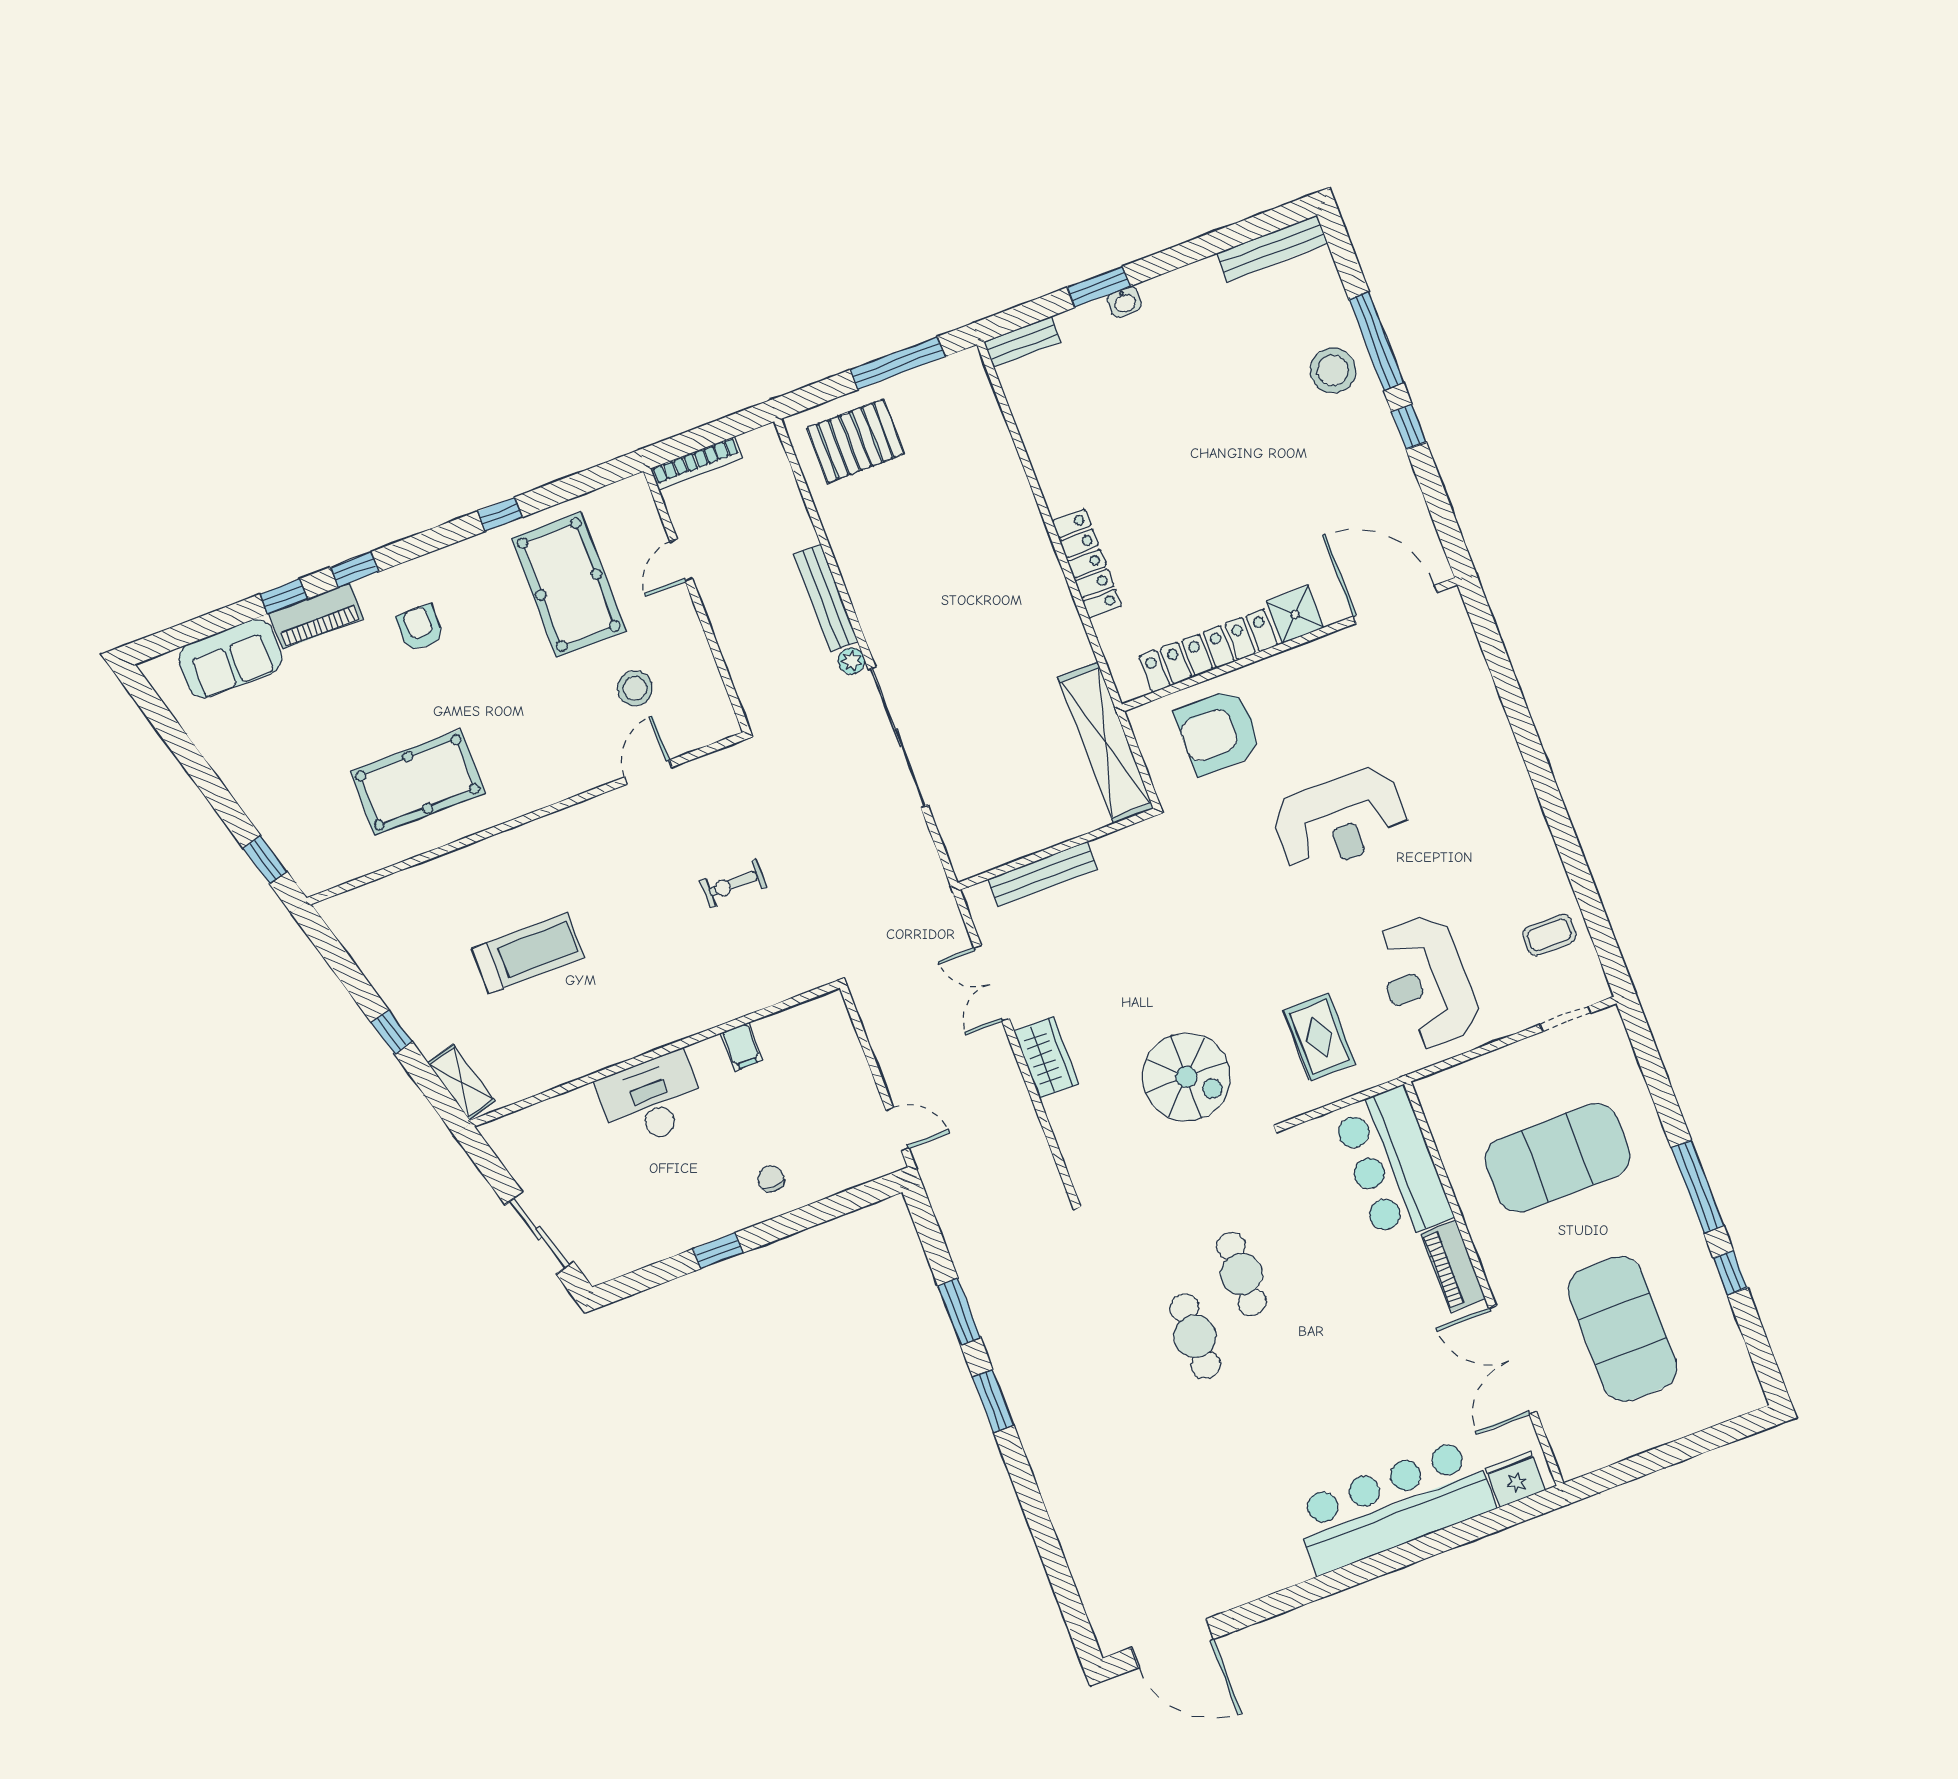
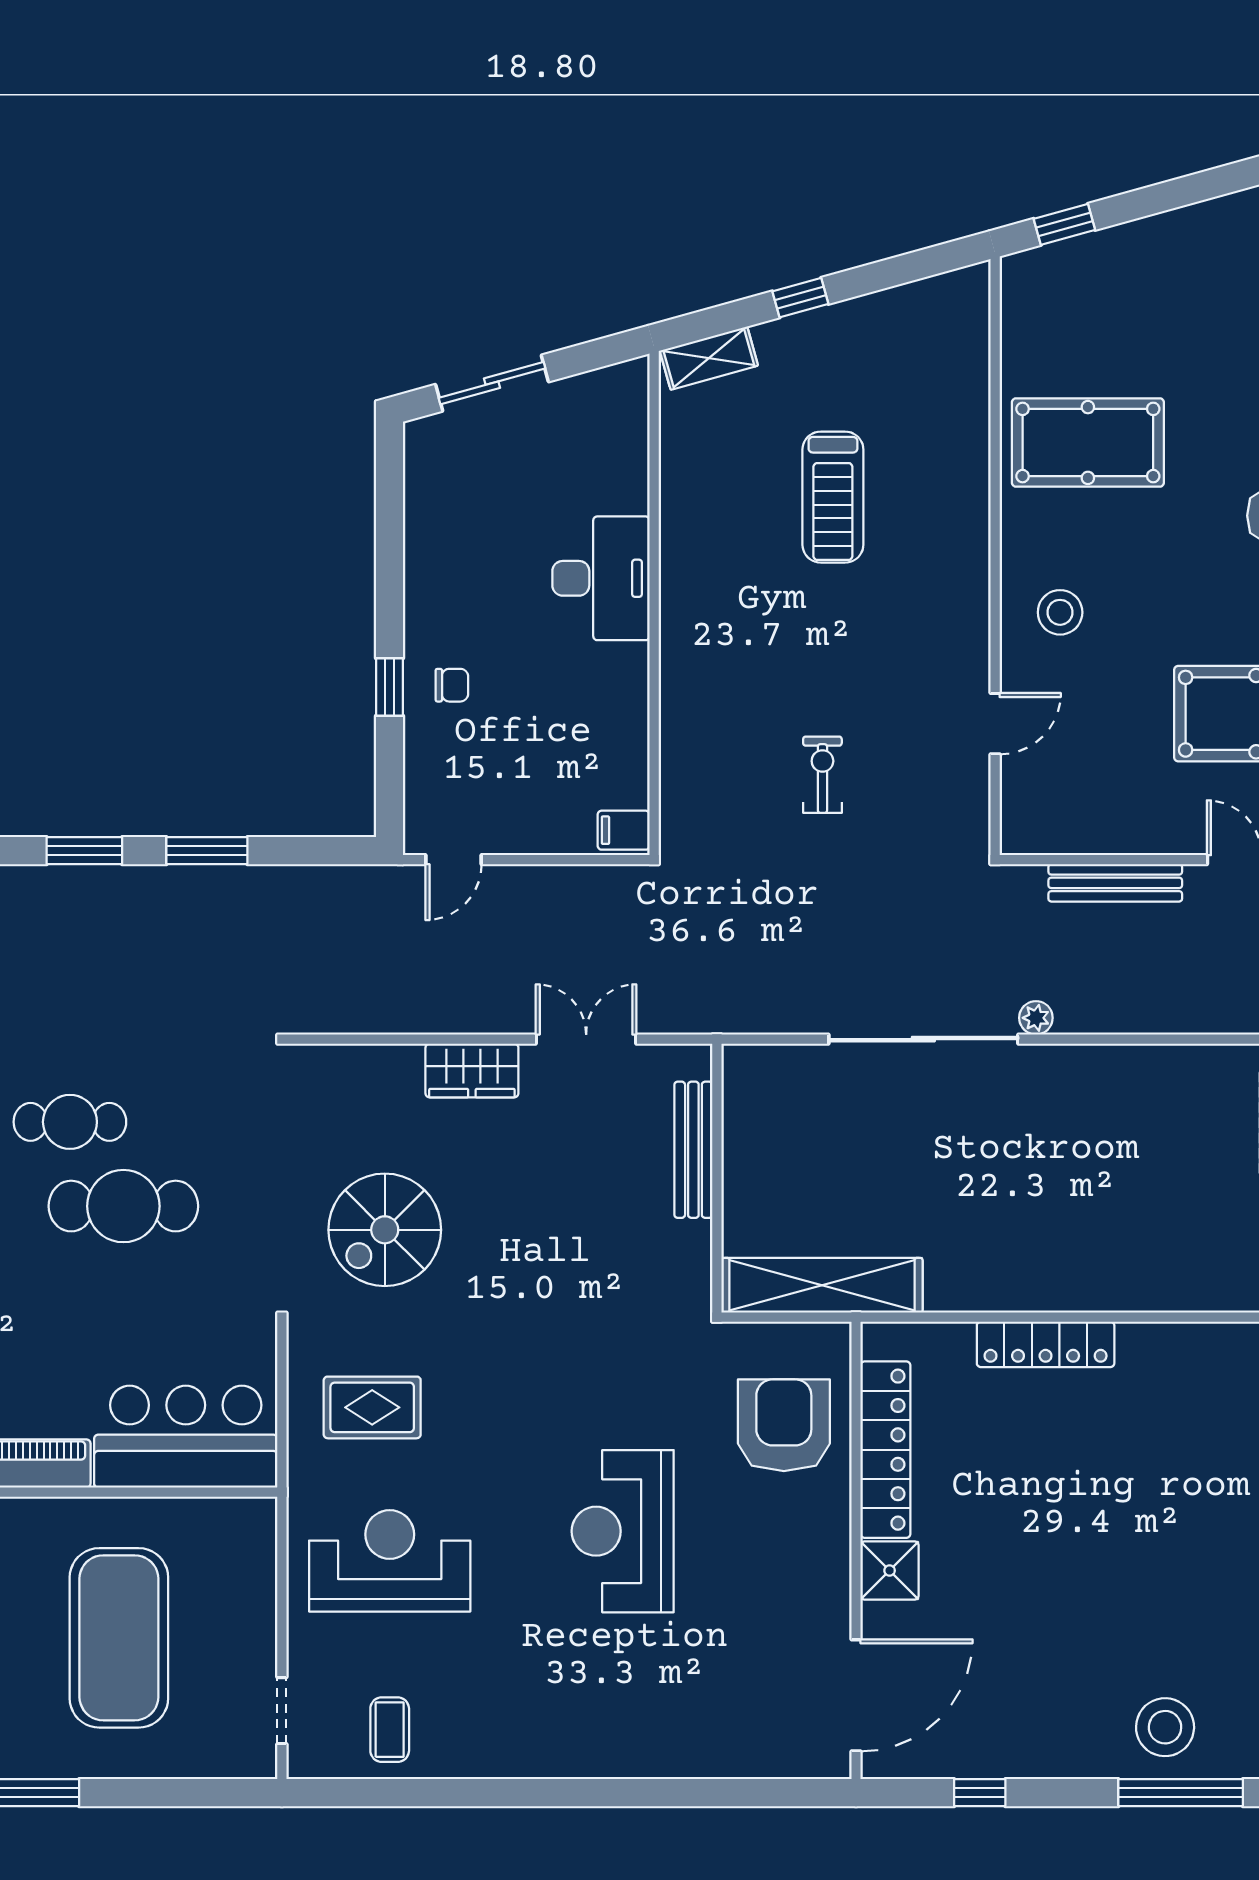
window: (1409, 427) -> (980, 1793), moved
bench: (826, 598) -> (1115, 883), moved
stool: (635, 688) -> (1060, 612), moved
door: (648, 772) -> (995, 724), hinge flipped
pool table: (418, 782) -> (1088, 442), turned 90
filing cabinet: (741, 1047) -> (624, 830), moved
window: (718, 1251) -> (390, 687), moved
cafe table: (1241, 1274) -> (123, 1206), width x1.37, depth x1.35

